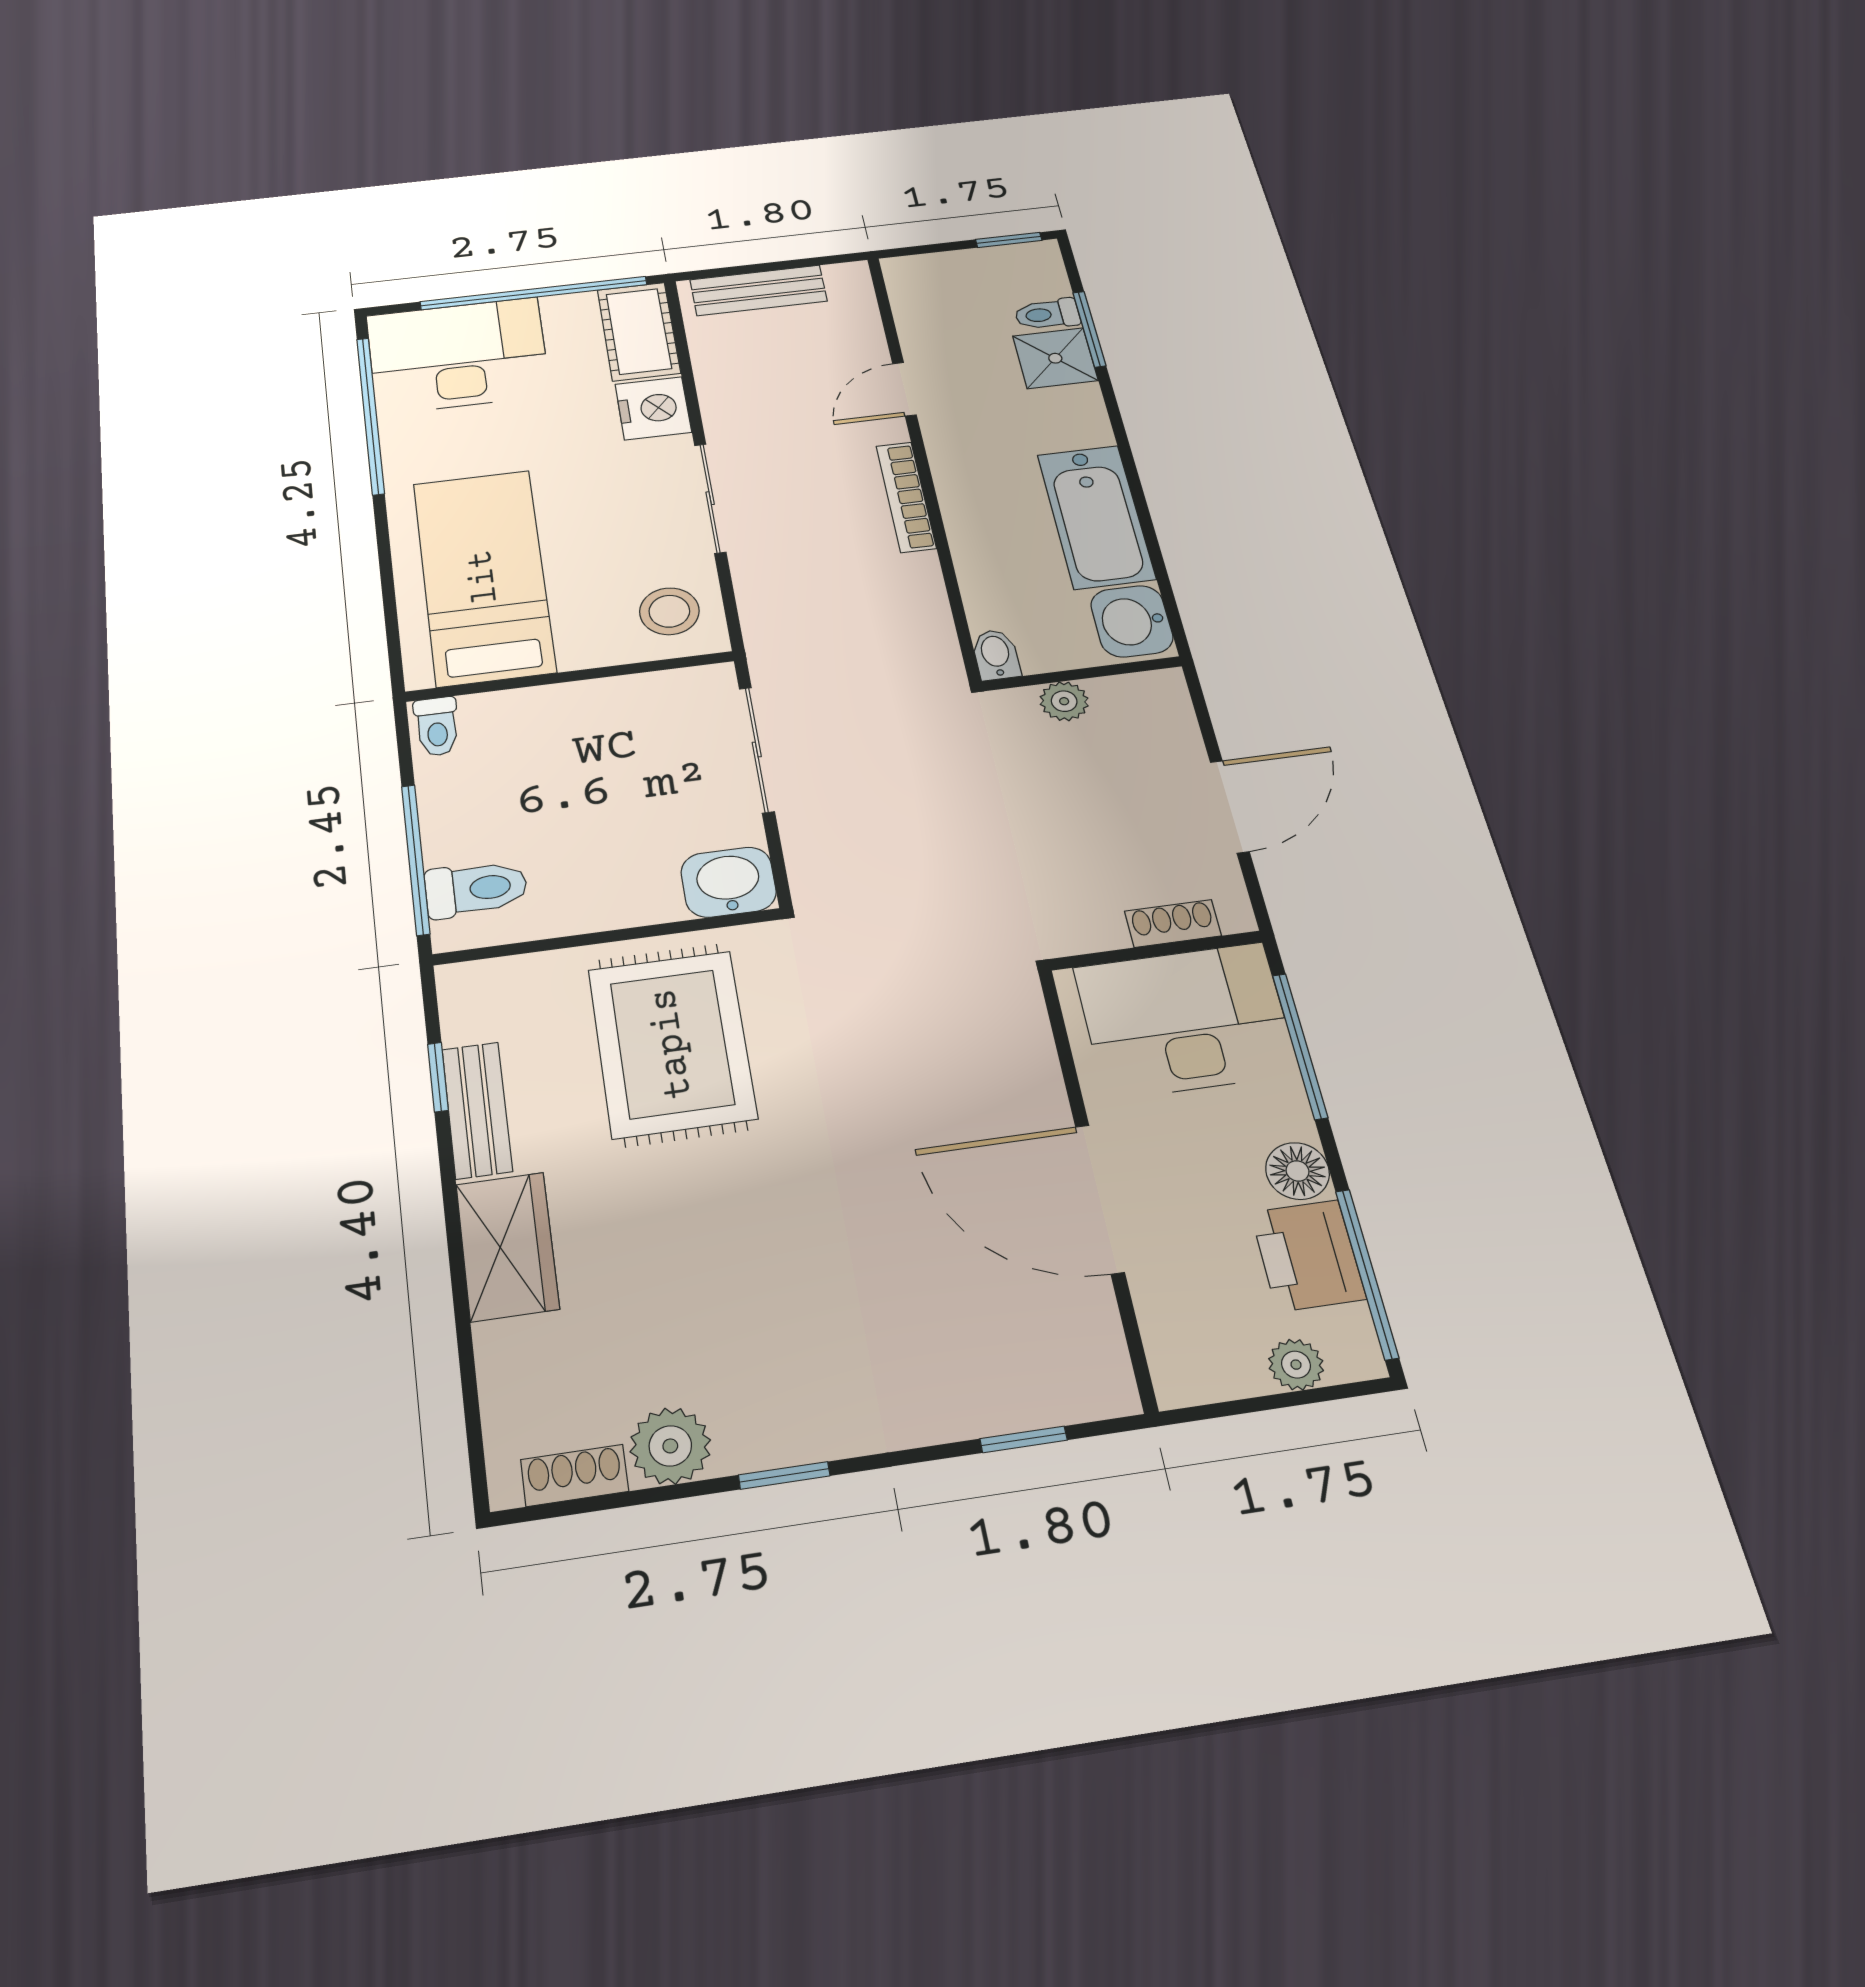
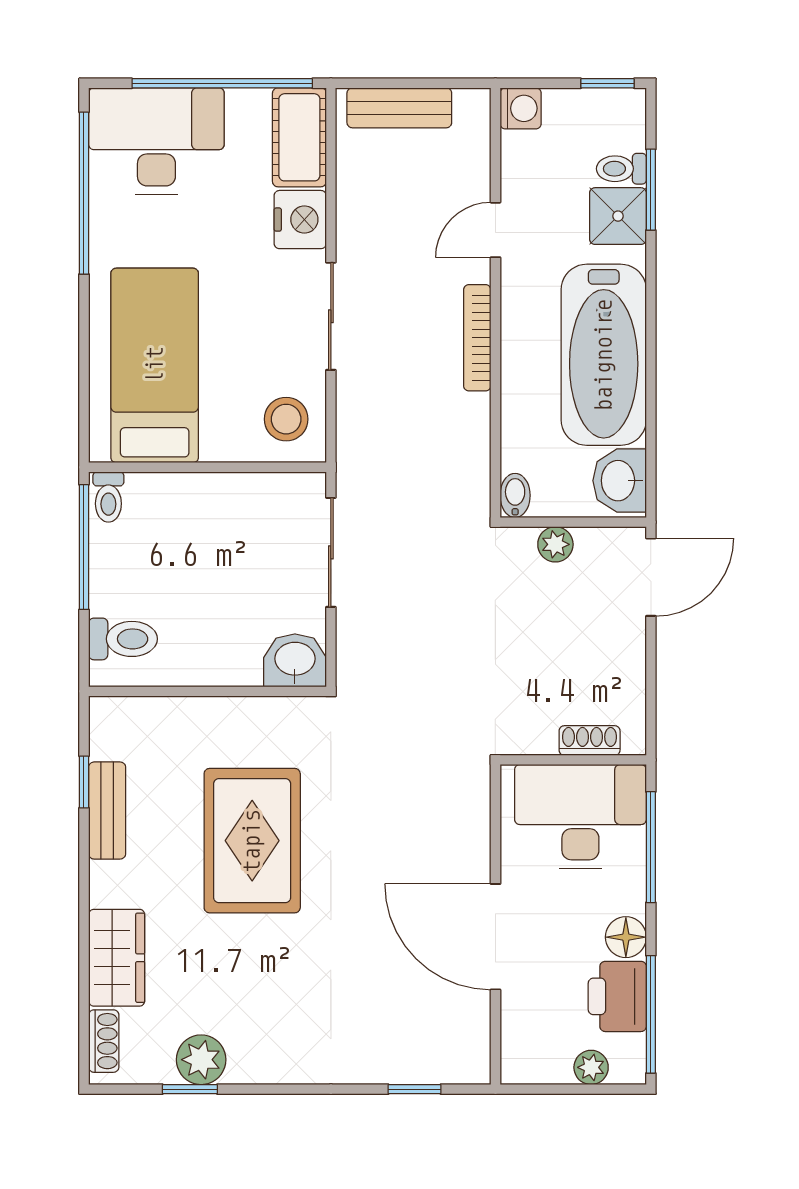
washing machine: (908, 274) -> (521, 108), added
bathtub: (1096, 517) -> (604, 355), width x1.36, depth x1.36
door: (1230, 807) -> (651, 577), moved
window: (416, 859) -> (84, 547), moved
rug: (672, 1044) -> (252, 841), moved
wardrobe: (507, 1246) -> (117, 958), moved
shoe rack: (575, 1475) -> (104, 1041), moved, turned 90
window: (784, 1475) -> (190, 1089), moved

